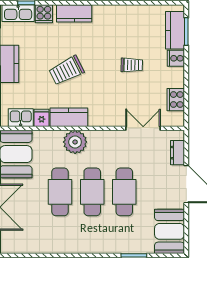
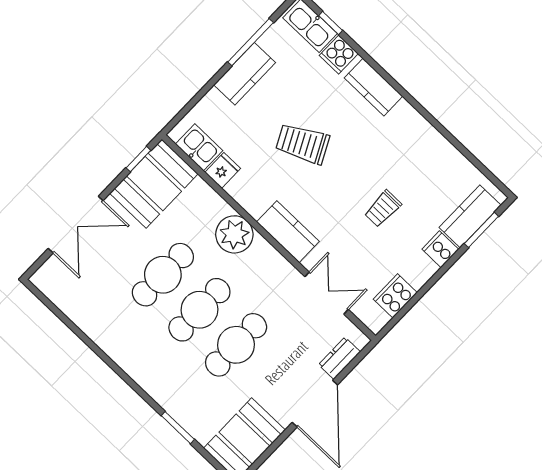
trolley: (132, 65) -> (383, 209), turned 89
kitchen counter: (69, 117) -> (288, 232), moved

